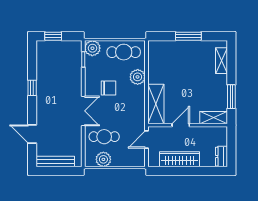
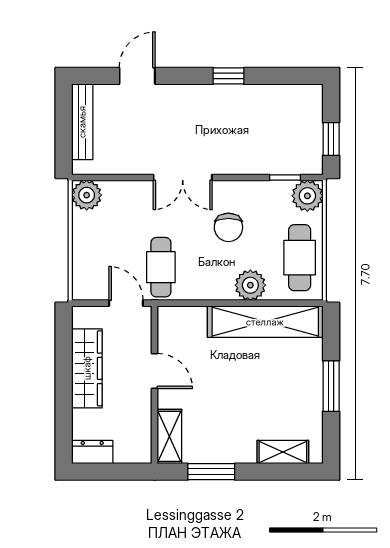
window: (53, 36) -> (331, 139), moved
shelving: (156, 104) -> (265, 322), moved, width x1.47
cafe table: (104, 137) -> (161, 267), moved
plant: (103, 159) -> (87, 195), moved

